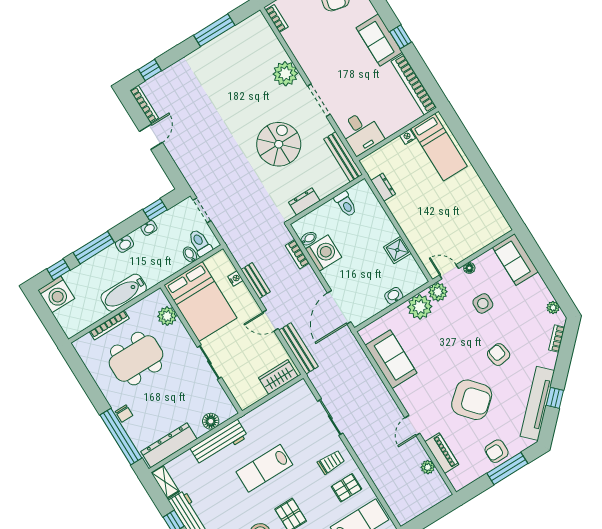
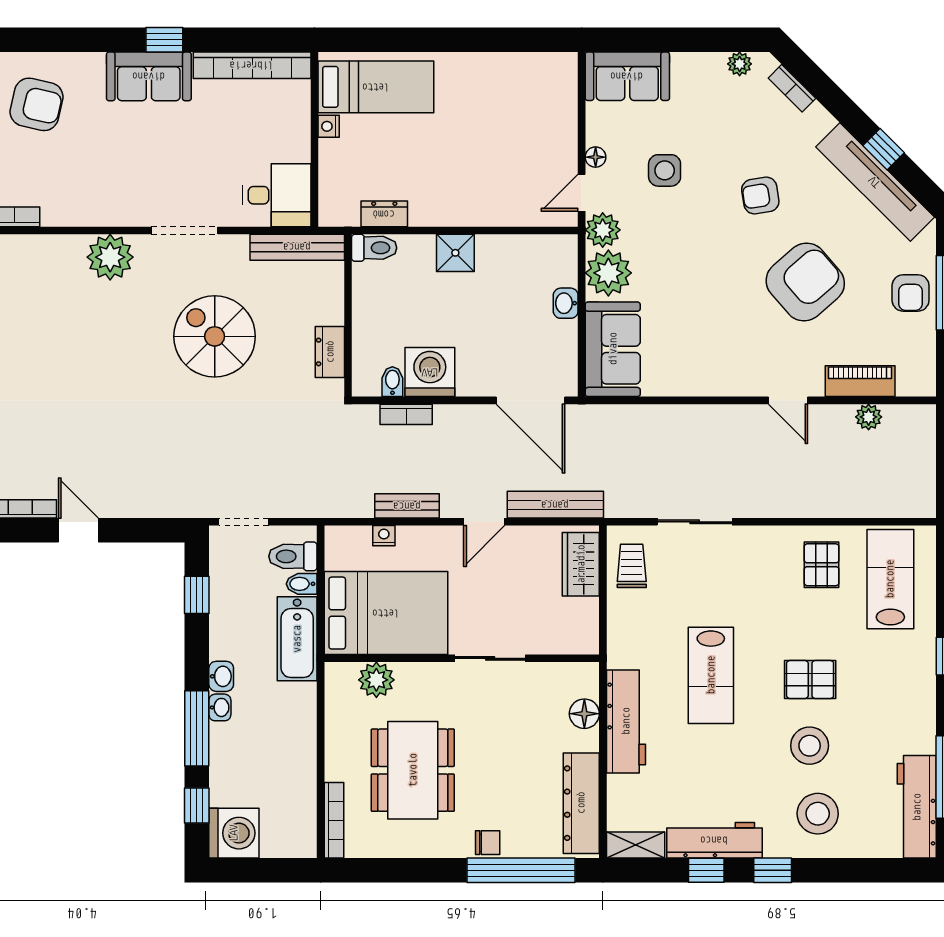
toilet: (346, 204) -> (374, 248), moved
washbasin: (149, 228) -> (220, 707), moved
shower: (397, 250) -> (455, 253), moved
bathtub: (124, 293) -> (297, 639), moved
bookcase: (109, 325) -> (334, 820), moved
sofa: (391, 359) -> (613, 349), moved, turned 90
trolley: (331, 462) -> (632, 566), moved

